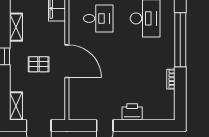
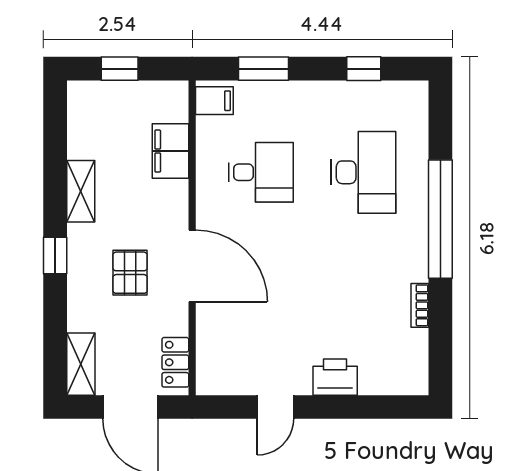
pallet: (39, 64) -> (130, 273), turned 90
locker: (59, 105) -> (175, 362), added

